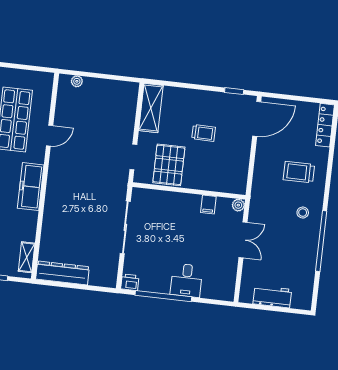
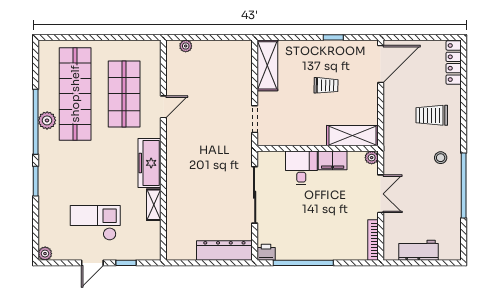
window: (234, 91) -> (333, 37), moved
pallet: (169, 165) -> (293, 123), removed
shelving: (223, 183) -> (352, 136), added
filing cabinet: (208, 204) -> (333, 160), width x2.00
shelving: (27, 257) -> (154, 205), moved
dresser: (62, 273) -> (224, 251), moved
desk: (186, 280) -> (301, 168), moved, turned 180
bookcase: (231, 282) -> (373, 240), added

